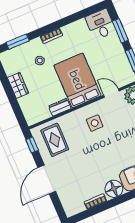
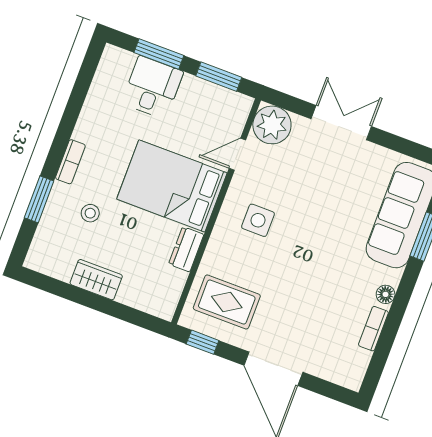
desk: (101, 24) -> (152, 87), moved, turned 90
window: (18, 42) -> (39, 199), moved
floor lamp: (114, 189) -> (386, 294), width x0.53, depth x0.53

